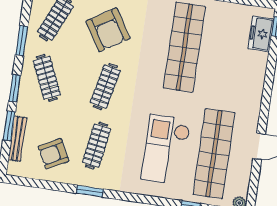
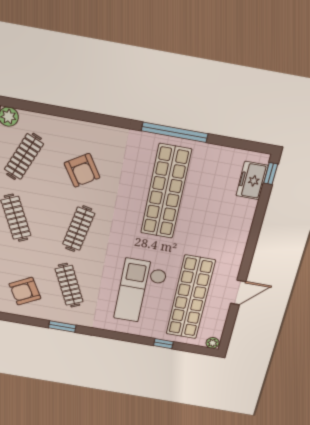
armchair: (108, 30) -> (82, 170), width x0.73, depth x0.73
clothes rail: (97, 146) -> (69, 285), turned -33

